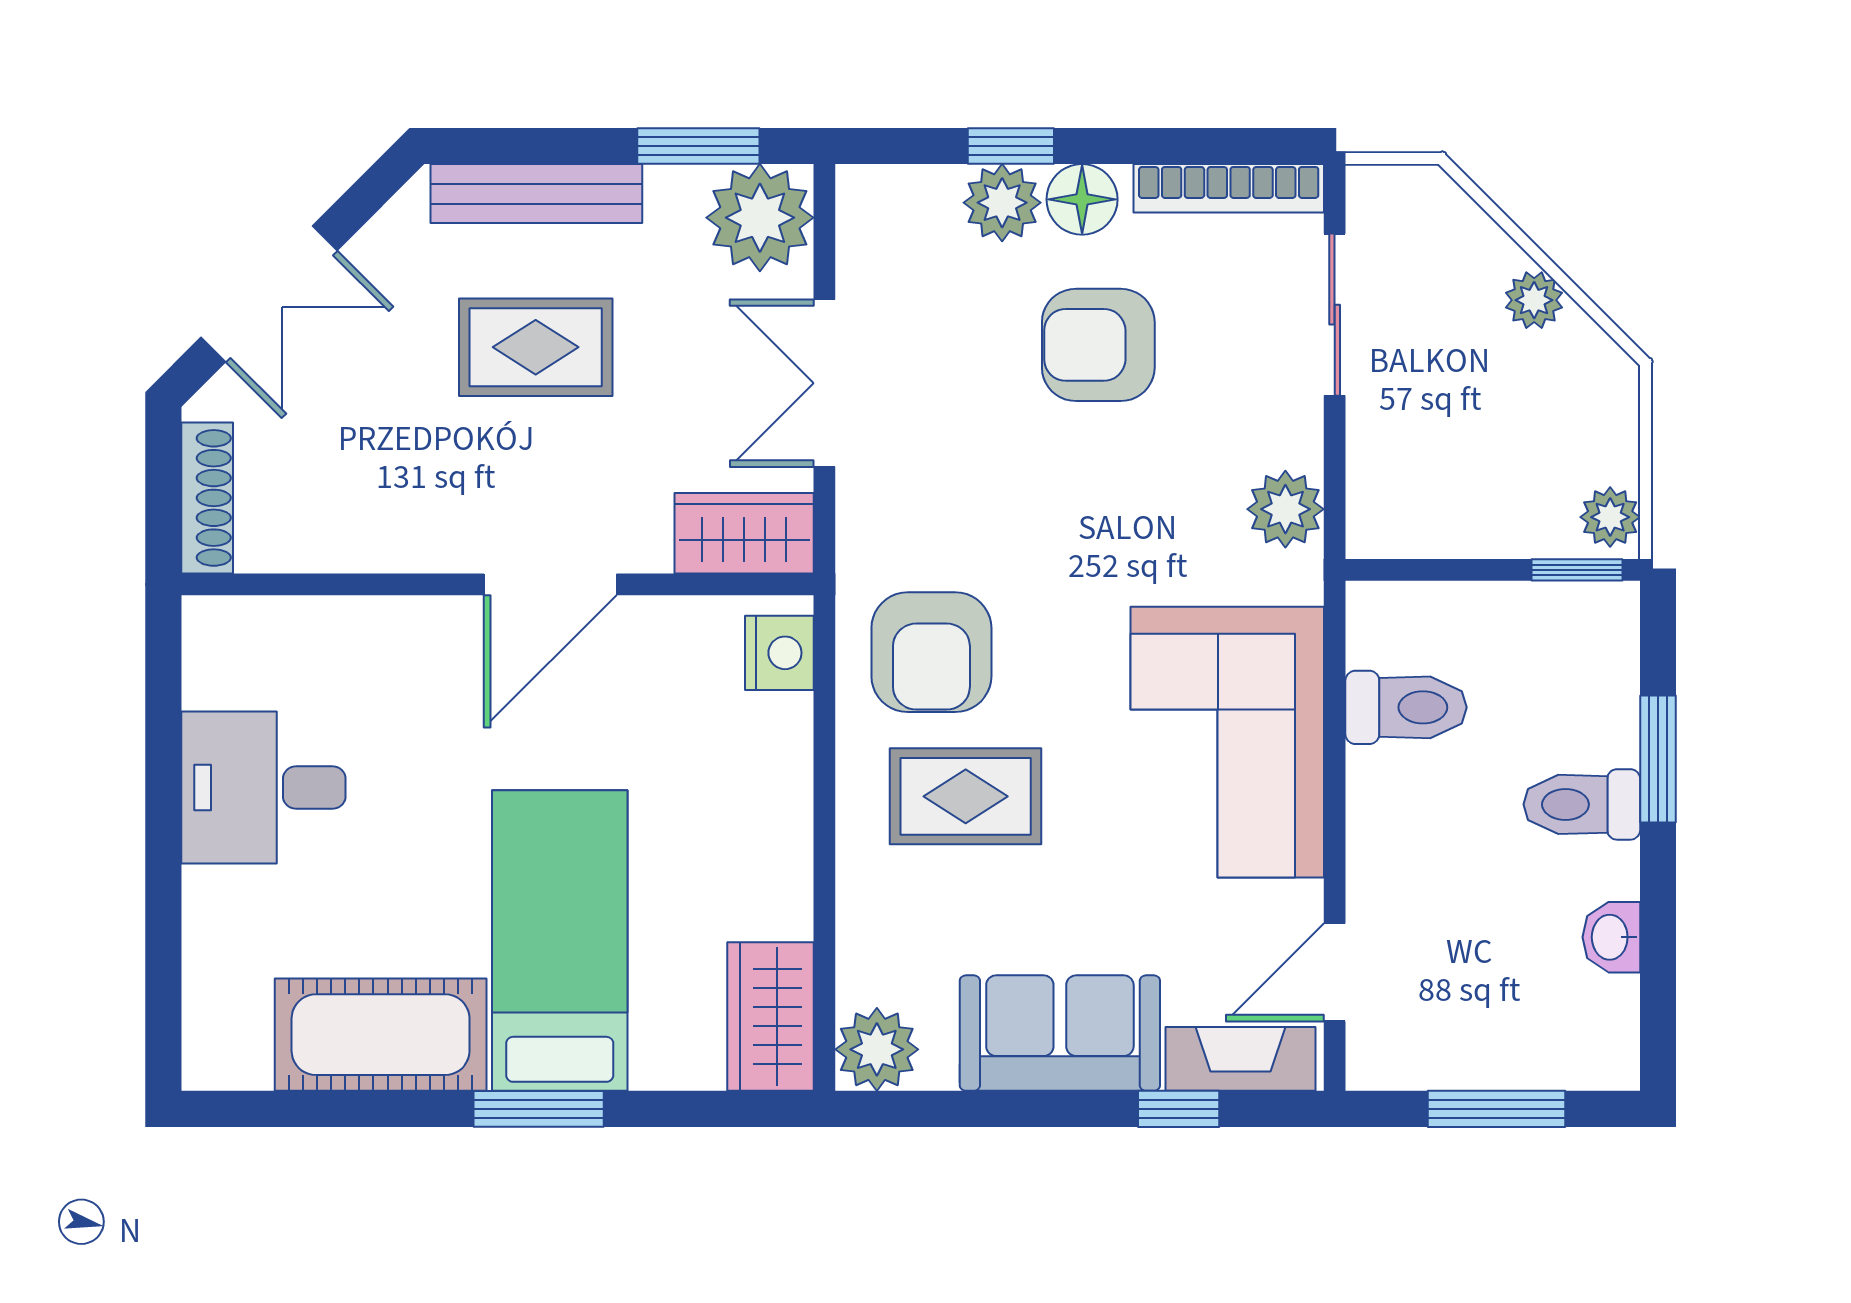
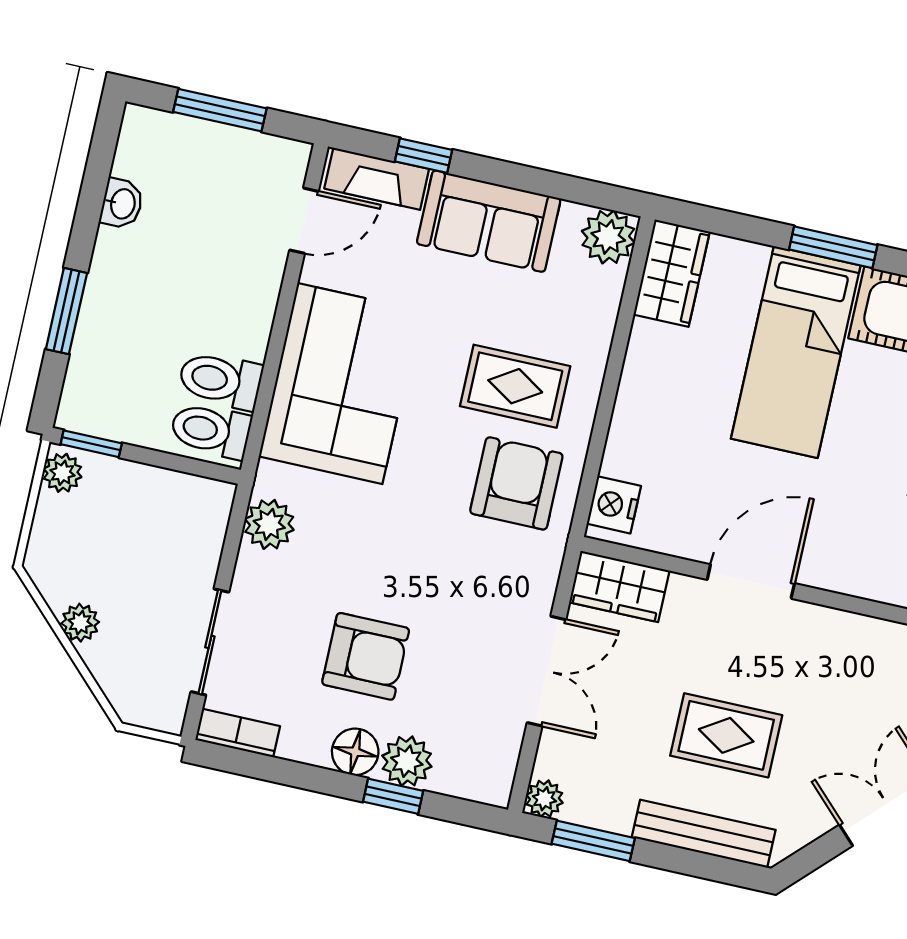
bookcase: (1229, 188) -> (238, 733), width x0.64
plant: (760, 218) -> (544, 799), width x0.53, depth x0.53
toilet: (1582, 804) -> (211, 430), moved, turned 180

